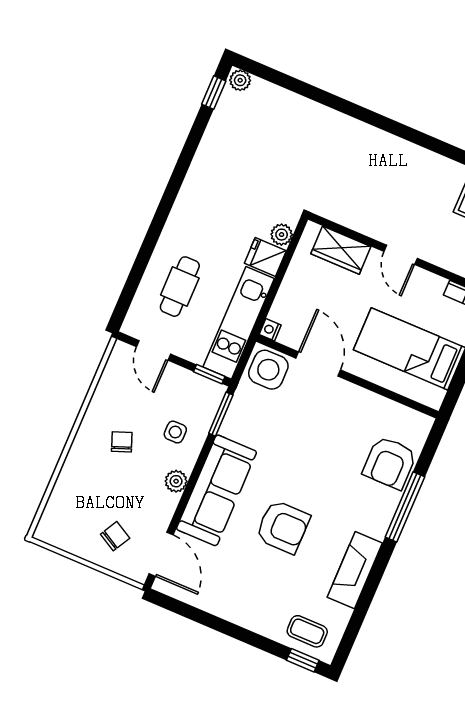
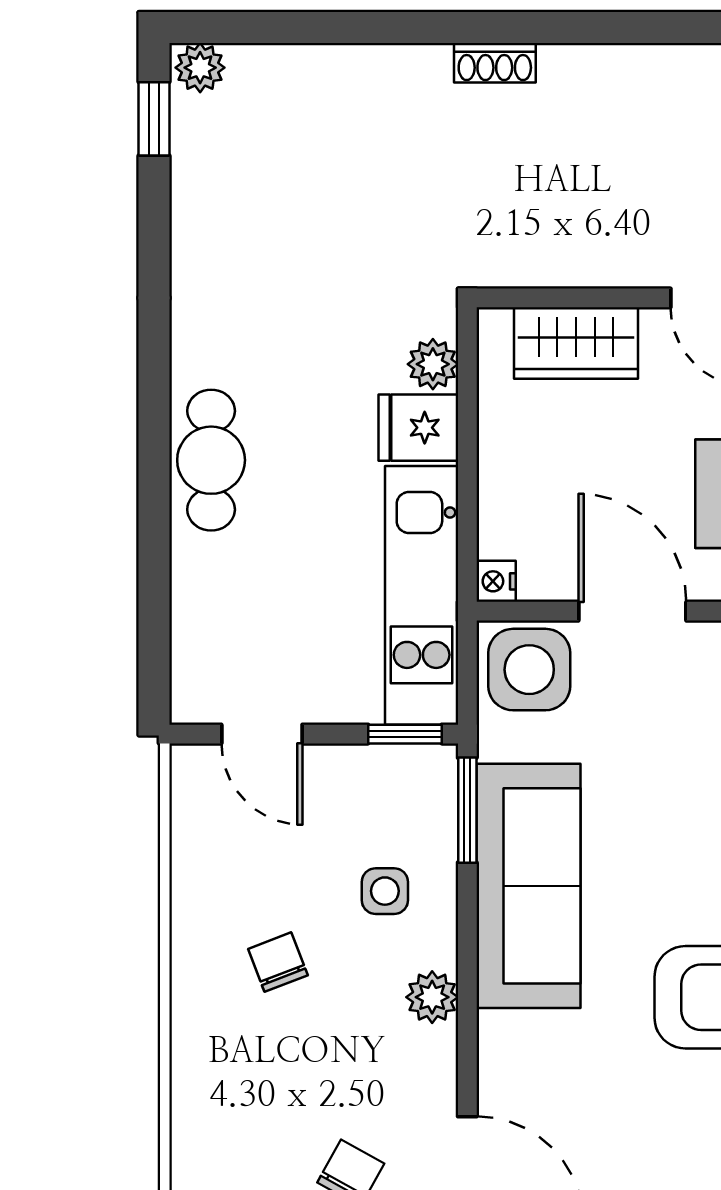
shoe rack: (356, 127) -> (495, 63), added
cafe table: (180, 287) -> (211, 460), moved
sofa: (217, 490) -> (528, 886), moved

